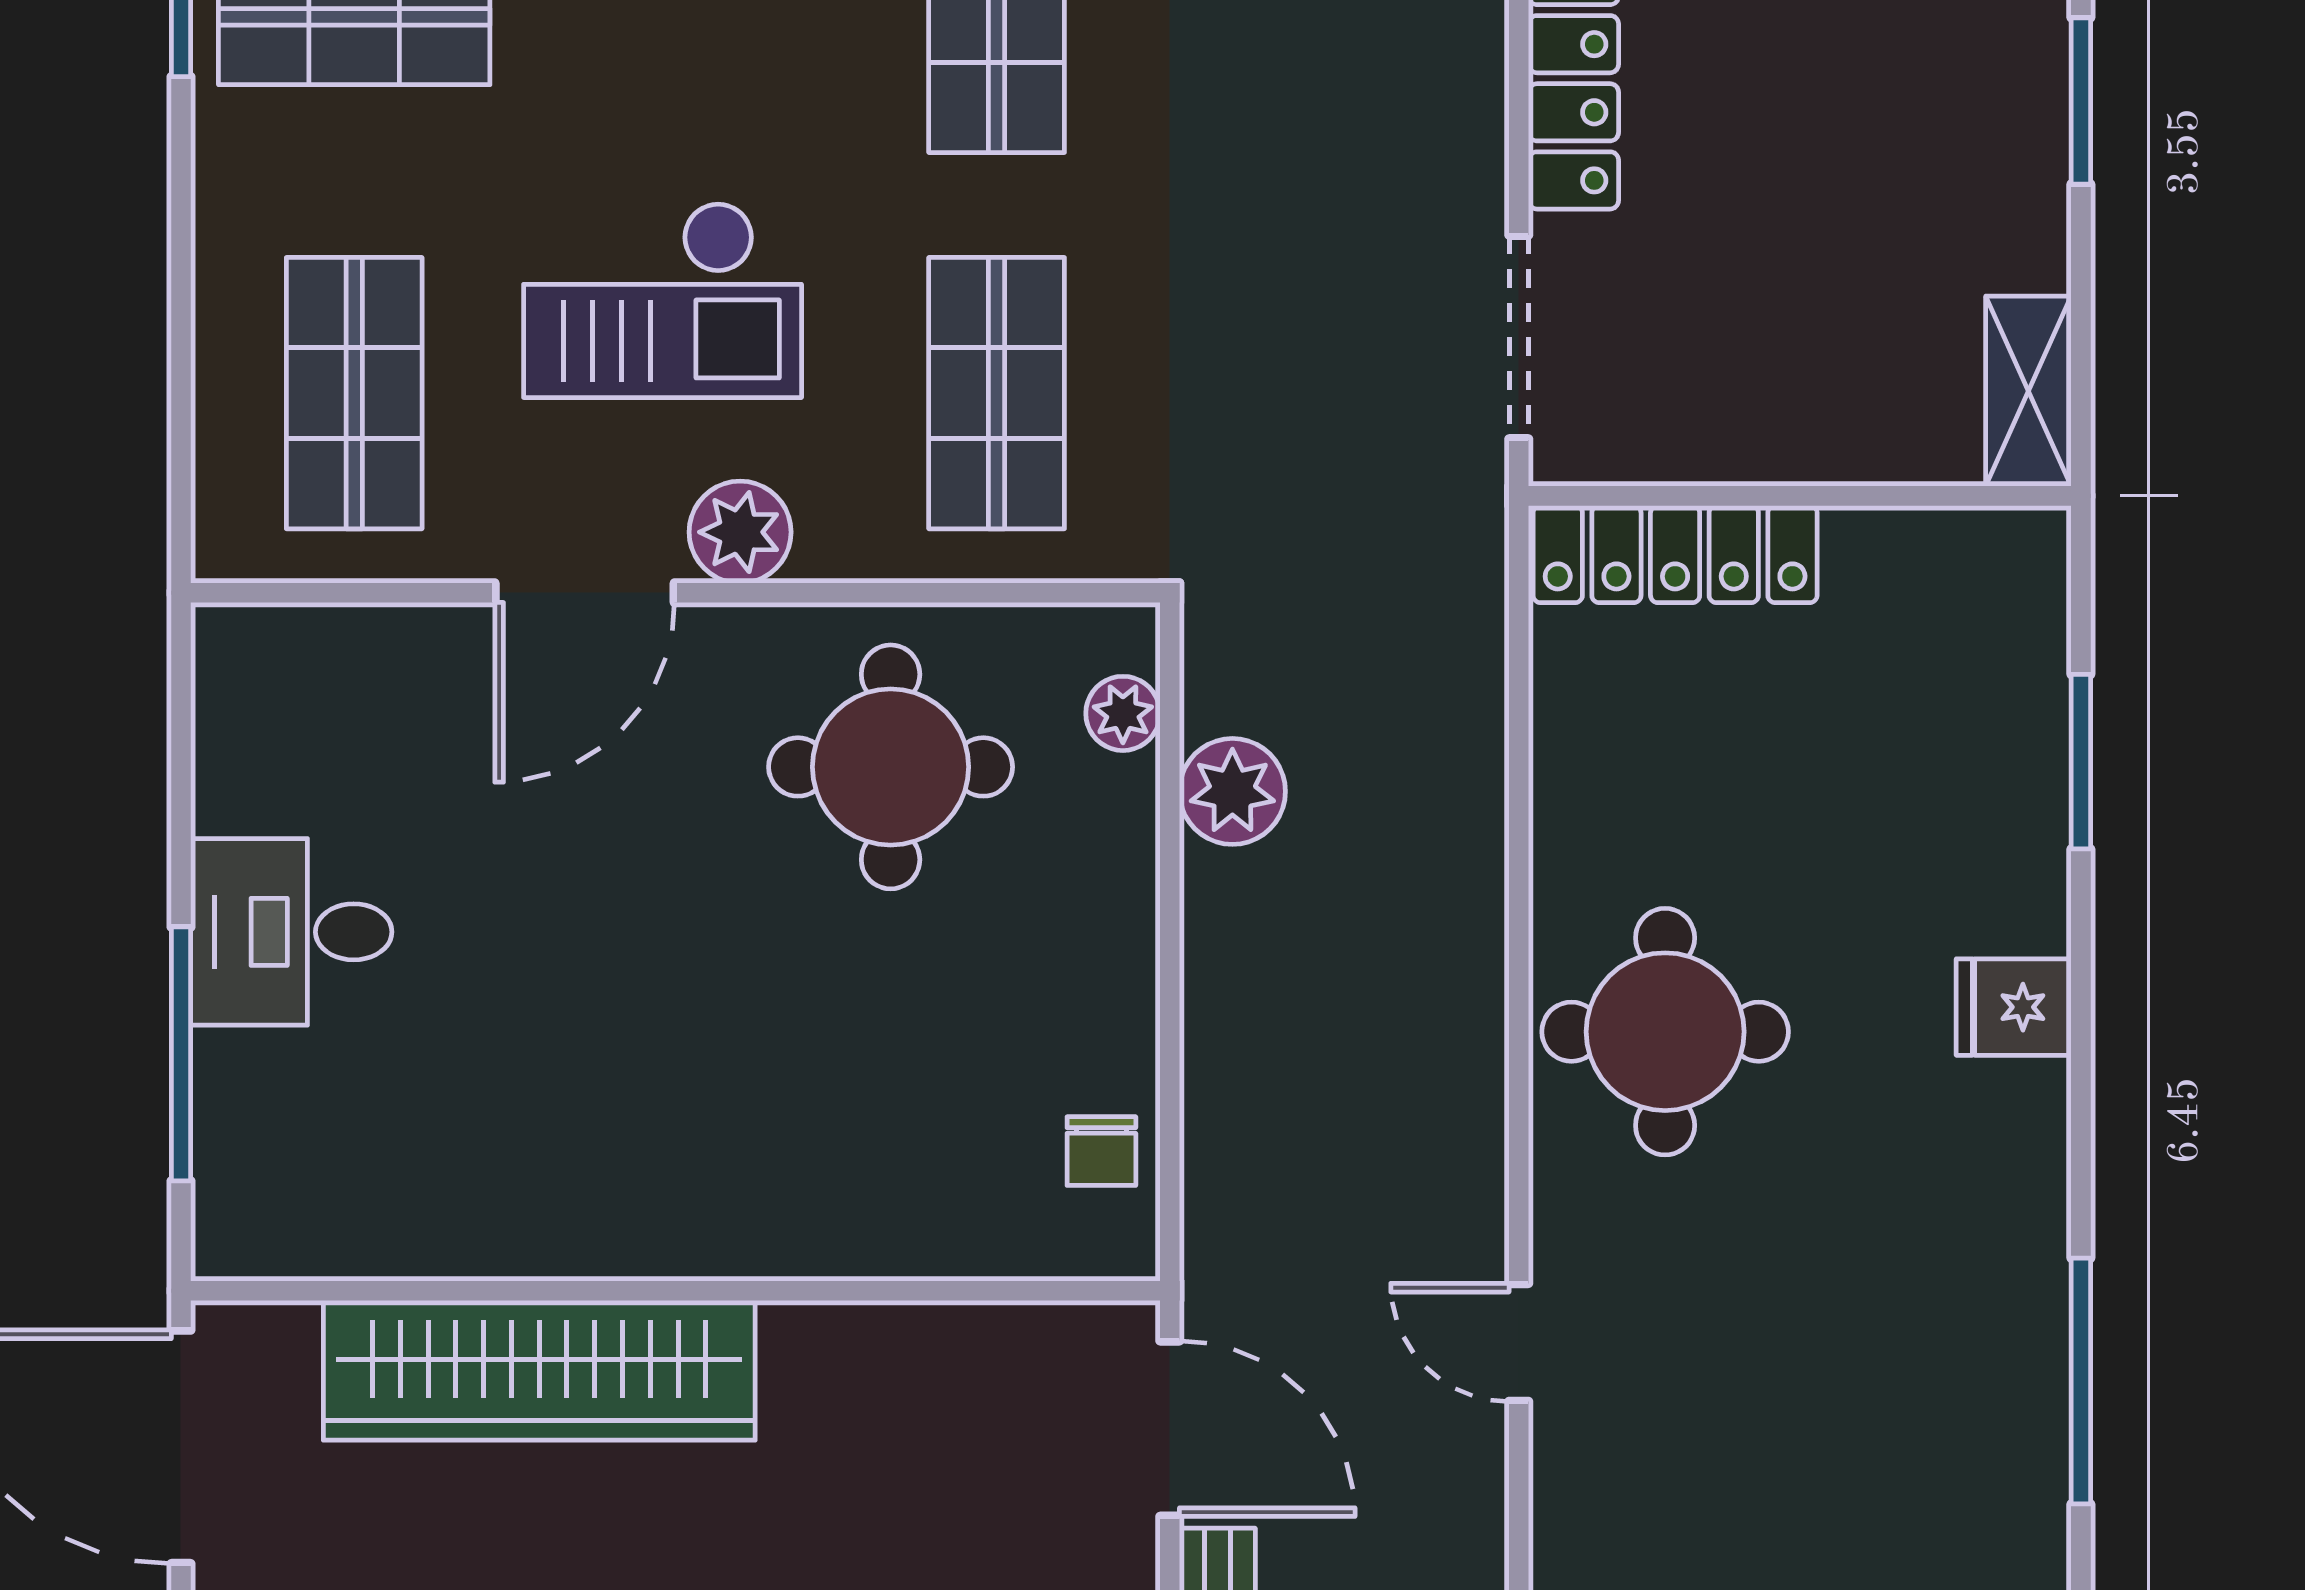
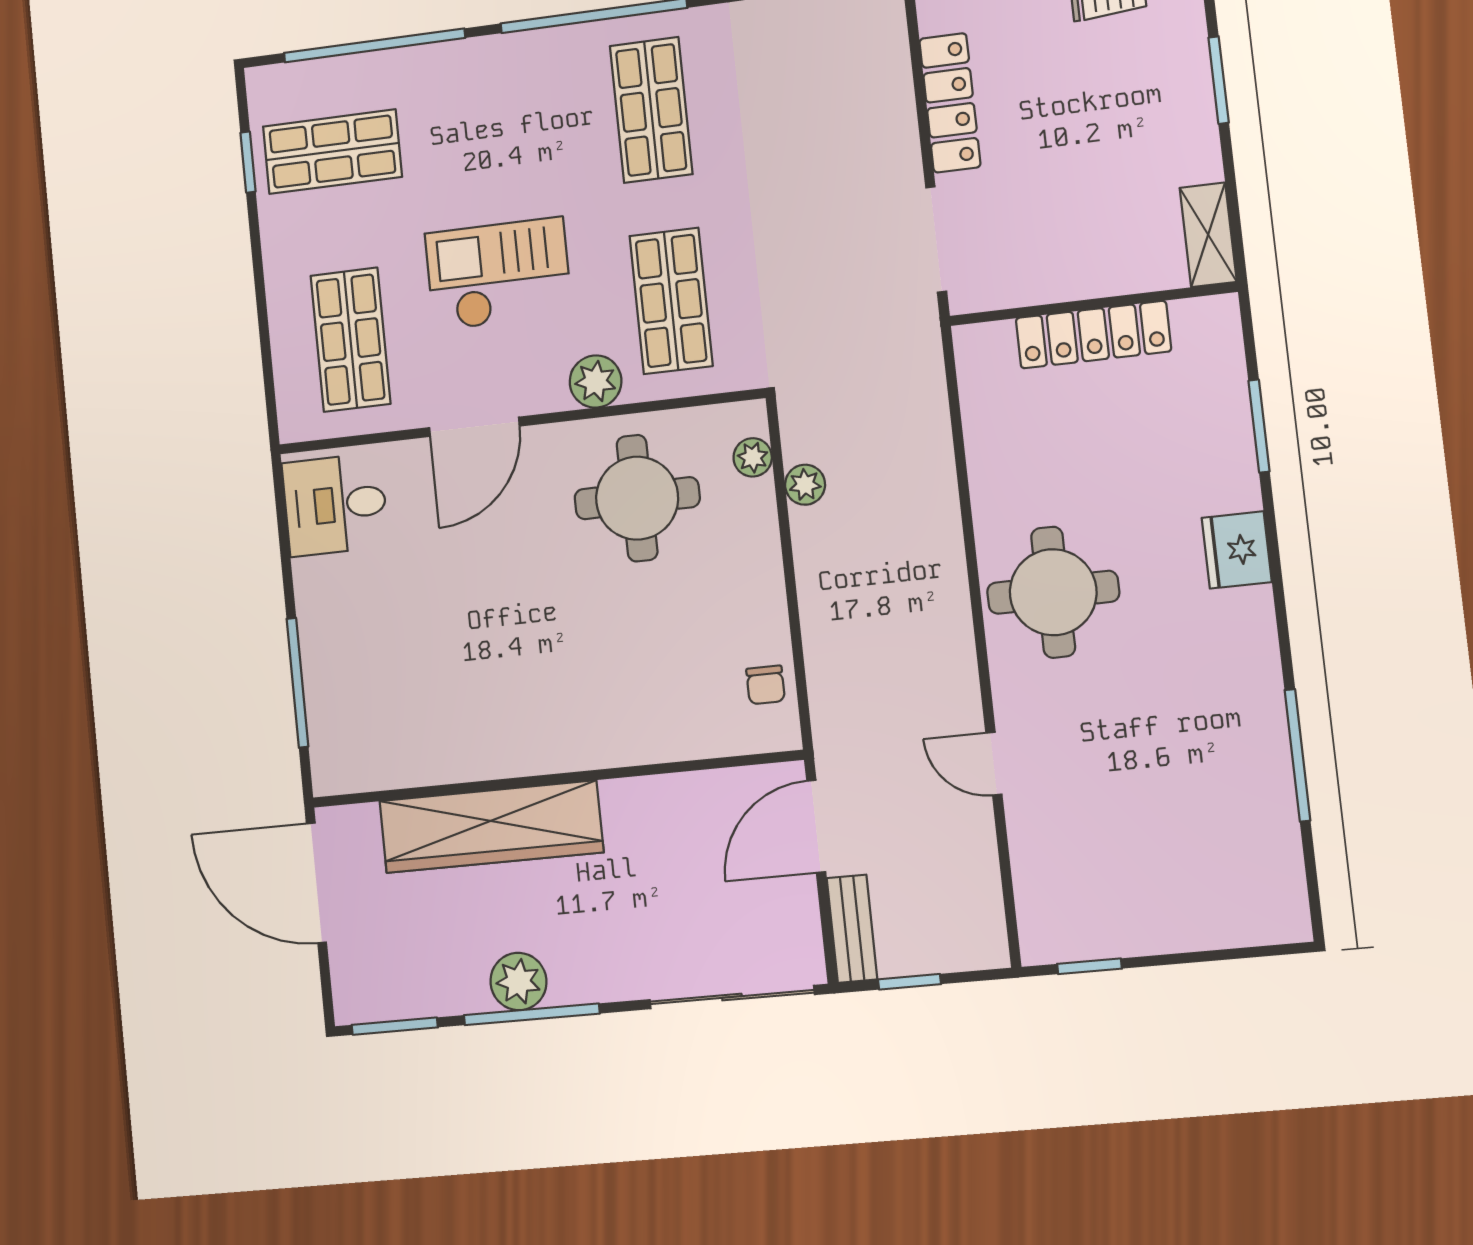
checkout: (663, 300) -> (498, 274), turned 180
plant: (740, 532) -> (596, 381), moved
locker: (1675, 554) -> (1093, 335), moved
plant: (1232, 791) -> (805, 485), width x0.73, depth x0.73
desk: (291, 932) -> (335, 505), moved
fridge: (2014, 1007) -> (1237, 550), width x1.38
door: (1170, 1429) -> (816, 826), swing flipped

